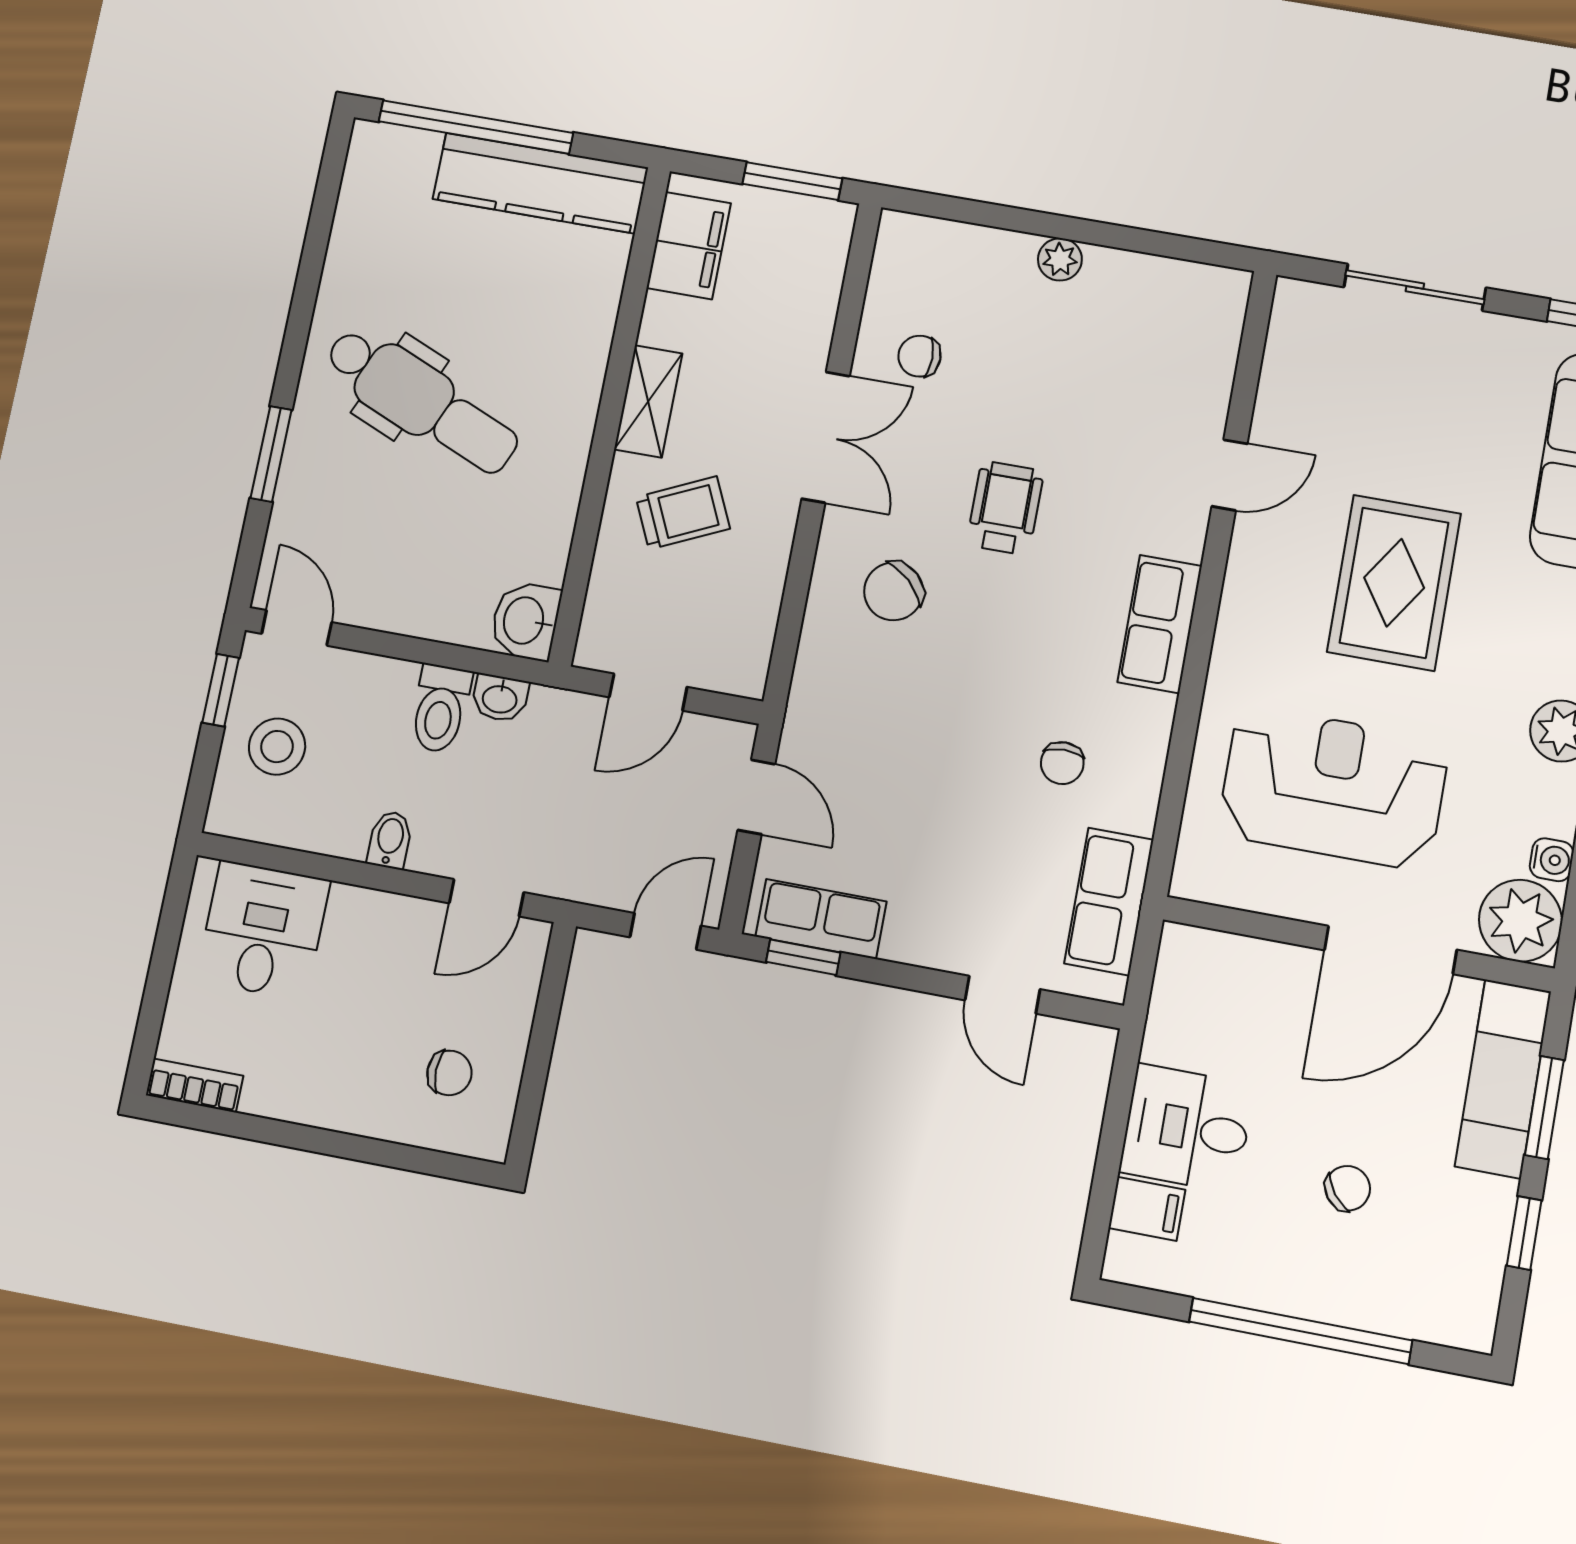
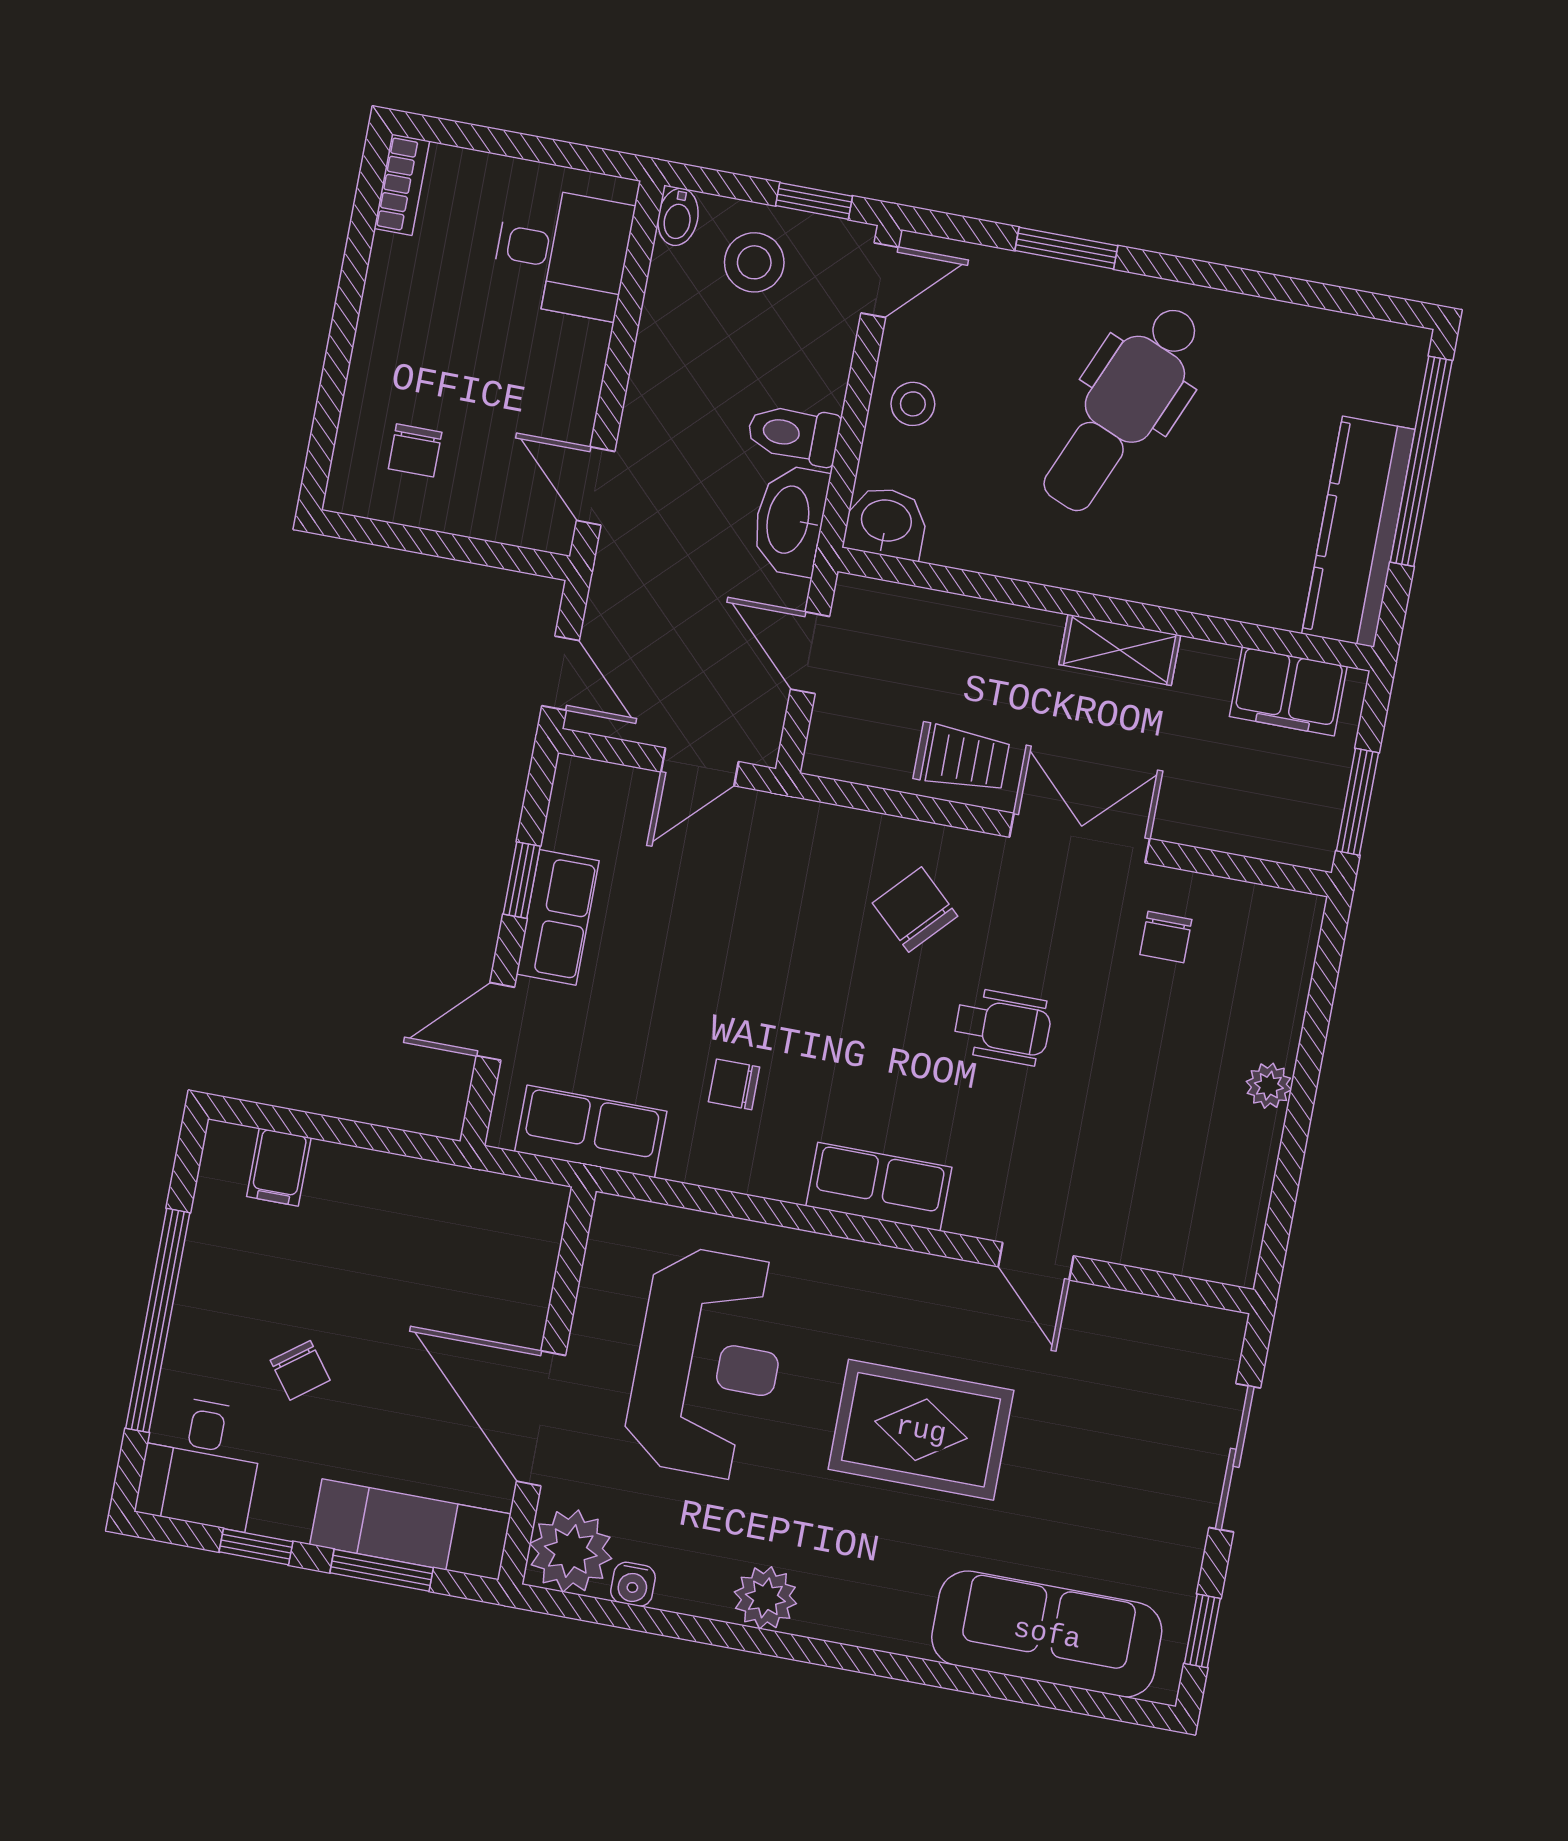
chair: (919, 356) -> (1166, 937), turned 180
double door: (826, 437) -> (1080, 838), swing flipped
trolley: (683, 513) -> (962, 758), moved, turned -65
stool: (414, 596) -> (913, 404), added
washbasin: (500, 698) -> (790, 520), width x1.91, depth x1.45
bidet: (390, 840) -> (678, 217), moved, turned 90
row of seats: (821, 919) -> (558, 917), moved
window: (803, 957) -> (522, 880), moved
desk: (1187, 1128) -> (200, 1463), moved, turned 180

